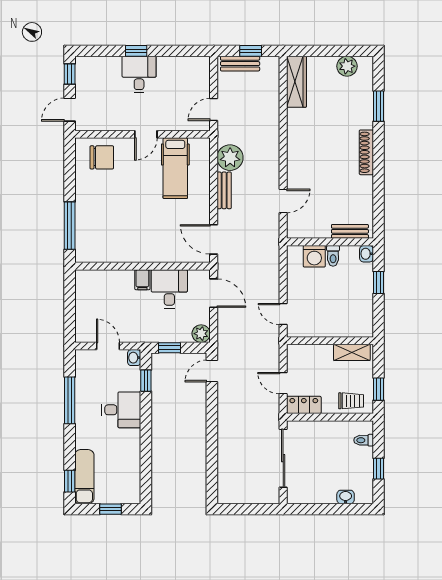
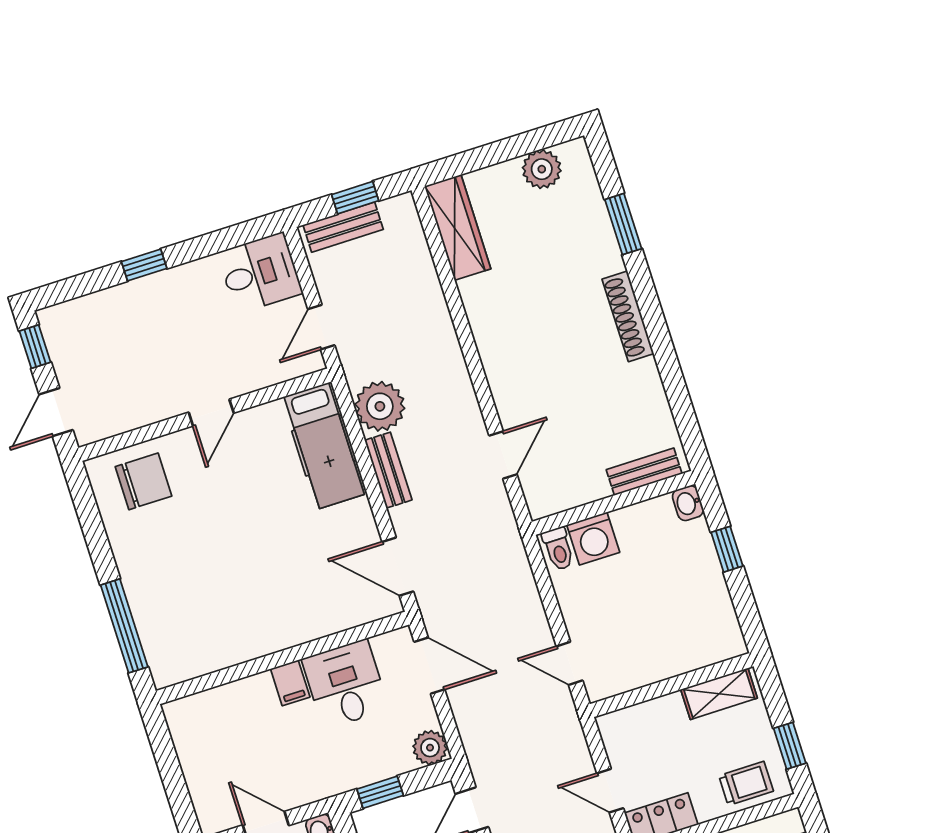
desk: (139, 74) -> (260, 273), moved, turned 90
hospital bed: (175, 168) -> (324, 446), moved
toilet: (333, 256) -> (558, 549), moved

